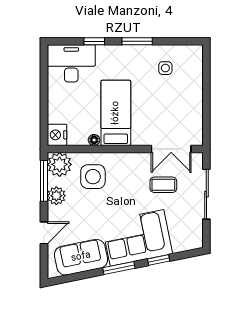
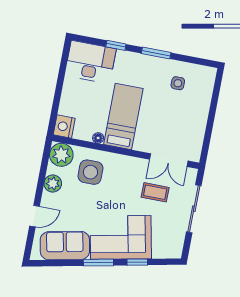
window: (44, 181) -> (44, 167), removed

